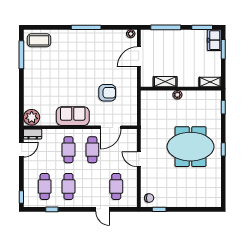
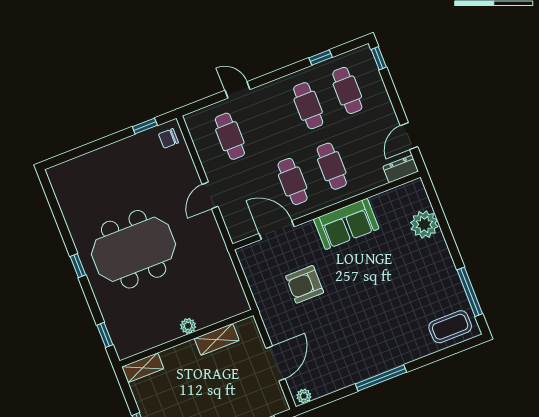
plant: (32, 117) -> (424, 224), moved
door: (111, 127) -> (277, 230), hinge flipped
door: (139, 159) -> (210, 195), swing flipped

